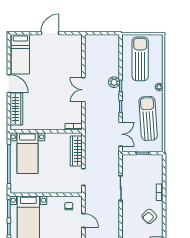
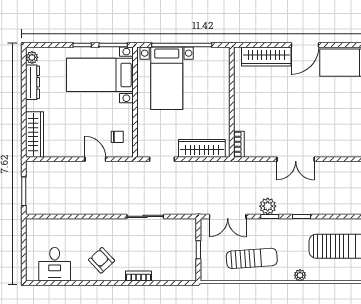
plant: (114, 82) -> (268, 206), moved
double door: (83, 90) -> (296, 159), swing flipped
sun lounger: (148, 118) -> (252, 258), width x0.73, depth x0.75
bed with nightstands: (27, 153) -> (167, 78), moved, turned -90
door: (83, 220) -> (95, 159), swing flipped

